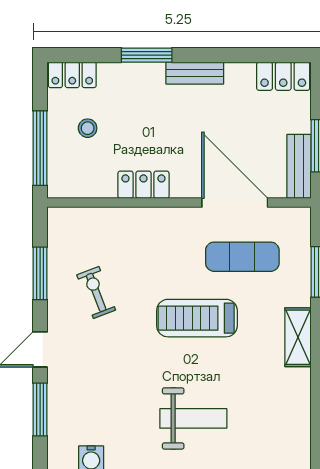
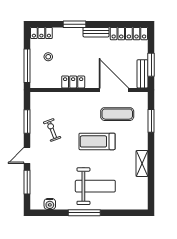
locker: (283, 76) -> (129, 34), width x1.53
shelving: (298, 337) -> (142, 163), moved
weight bench: (193, 418) -> (95, 186), width x1.36, depth x1.33

